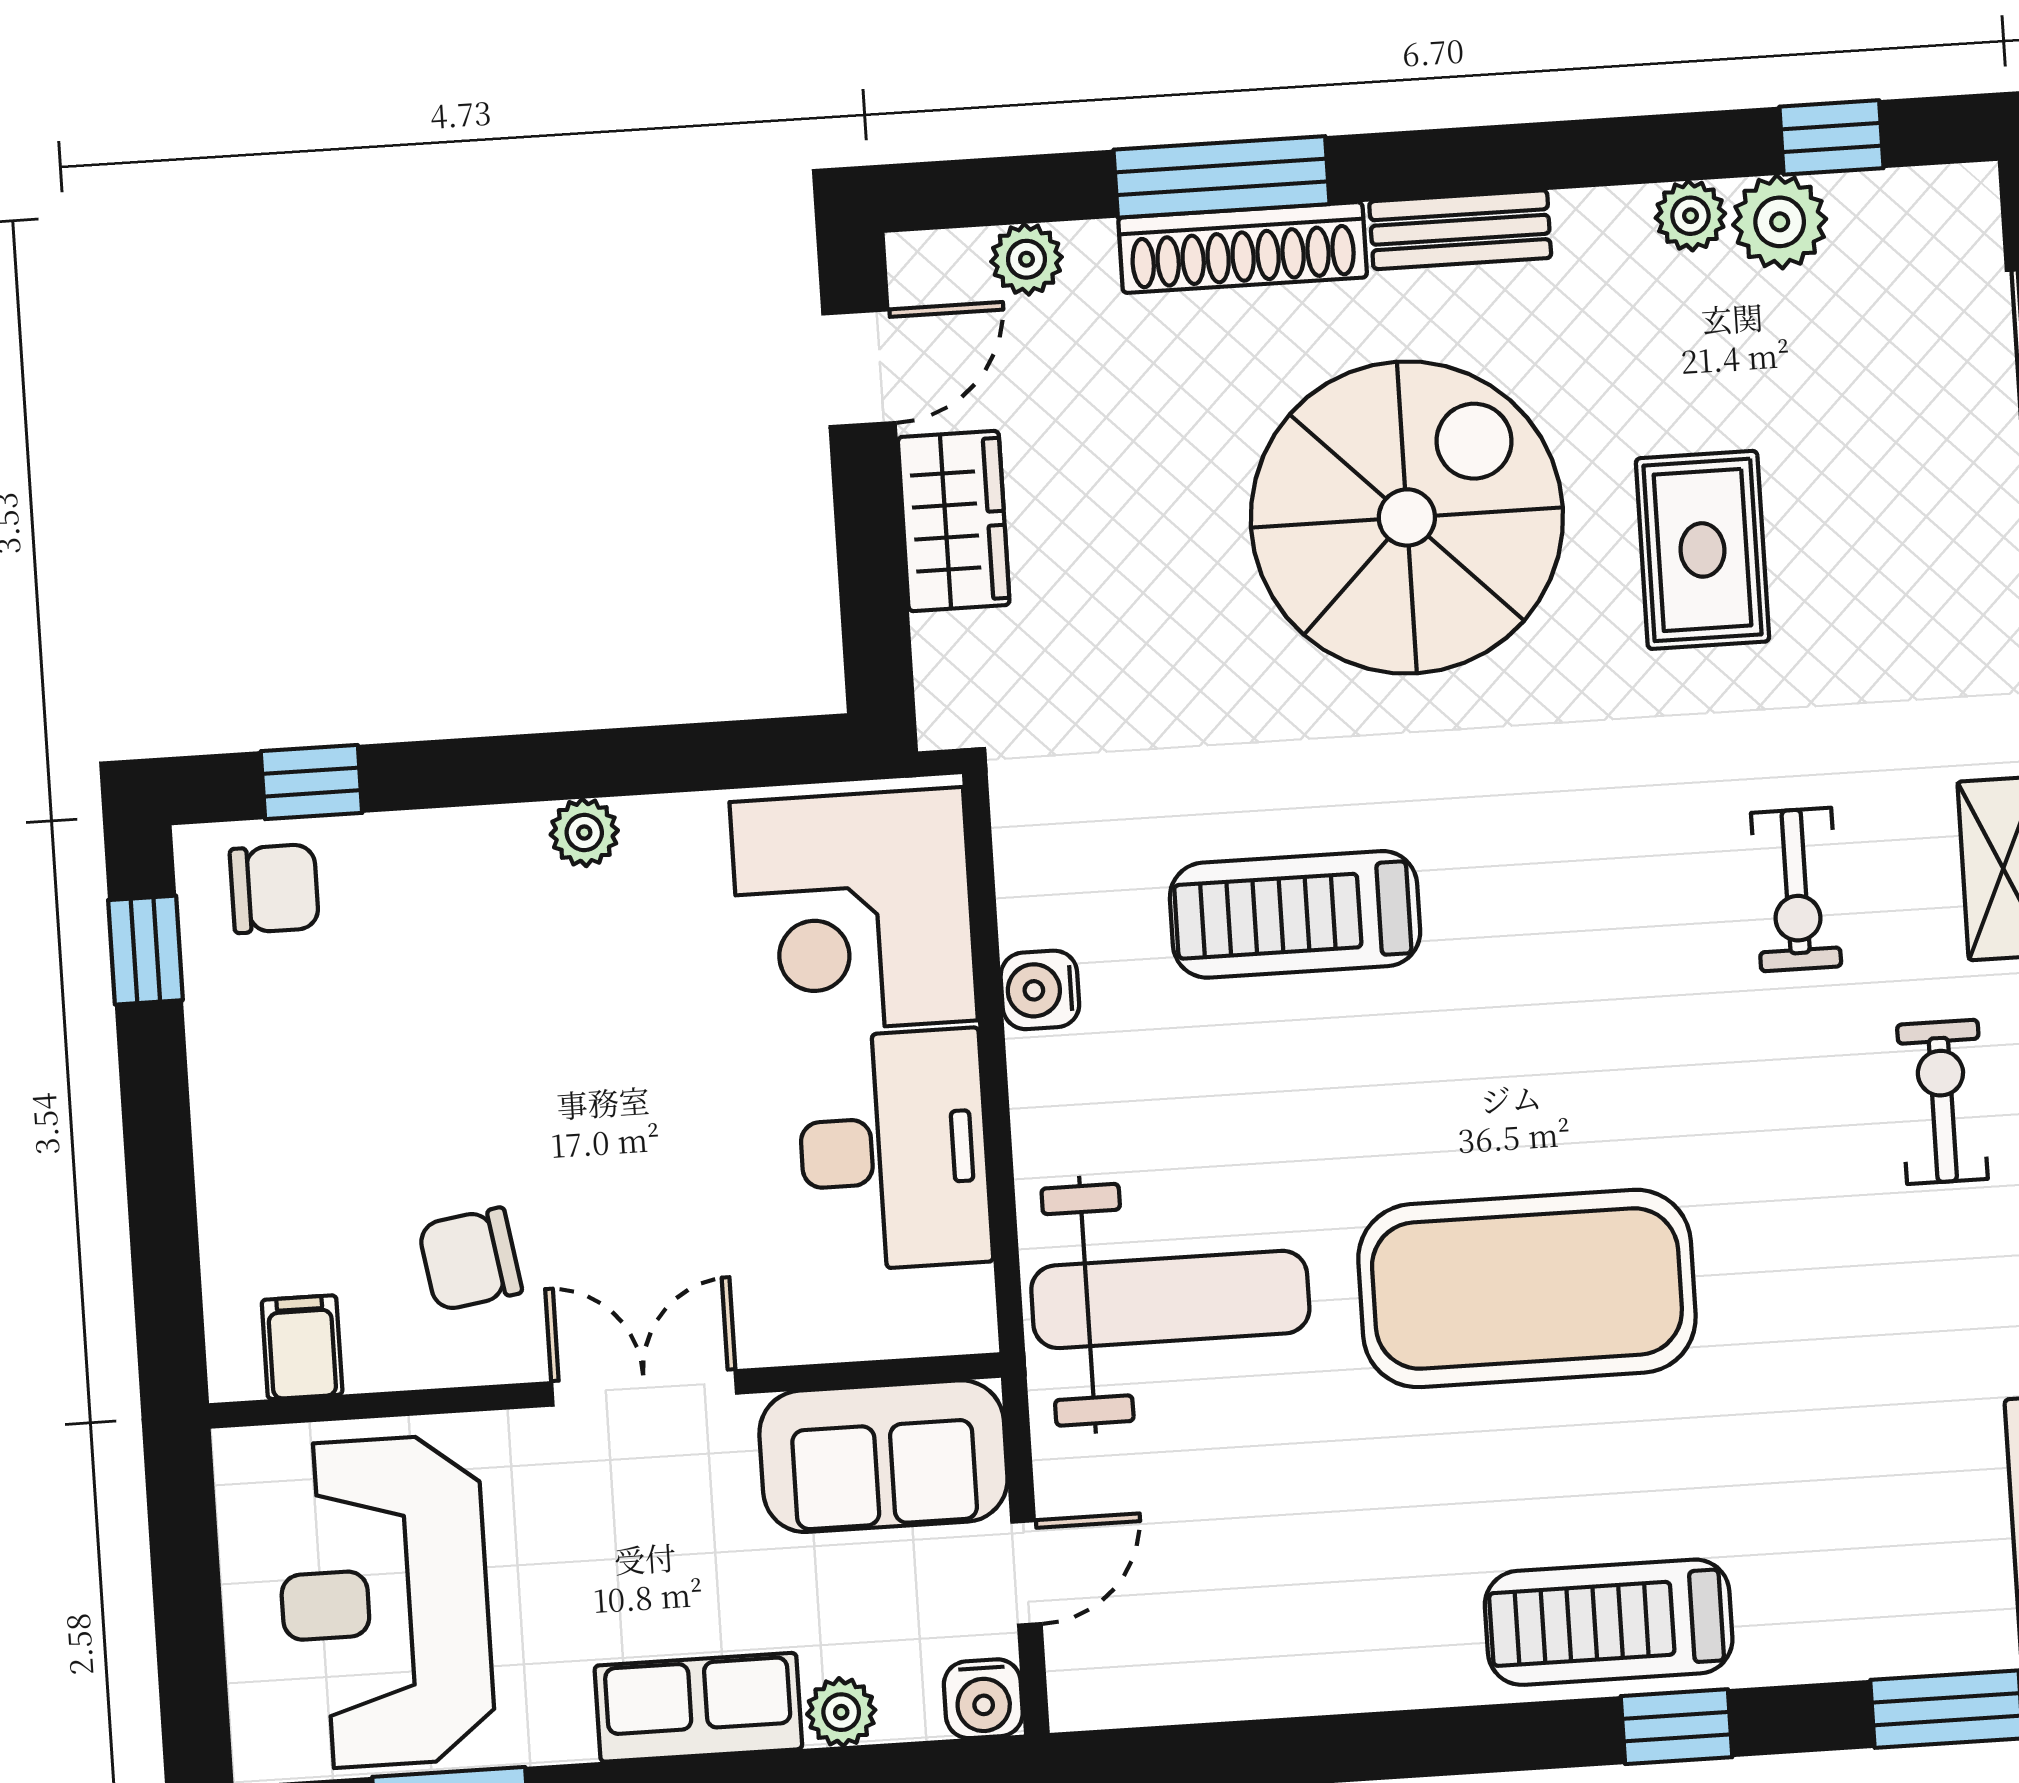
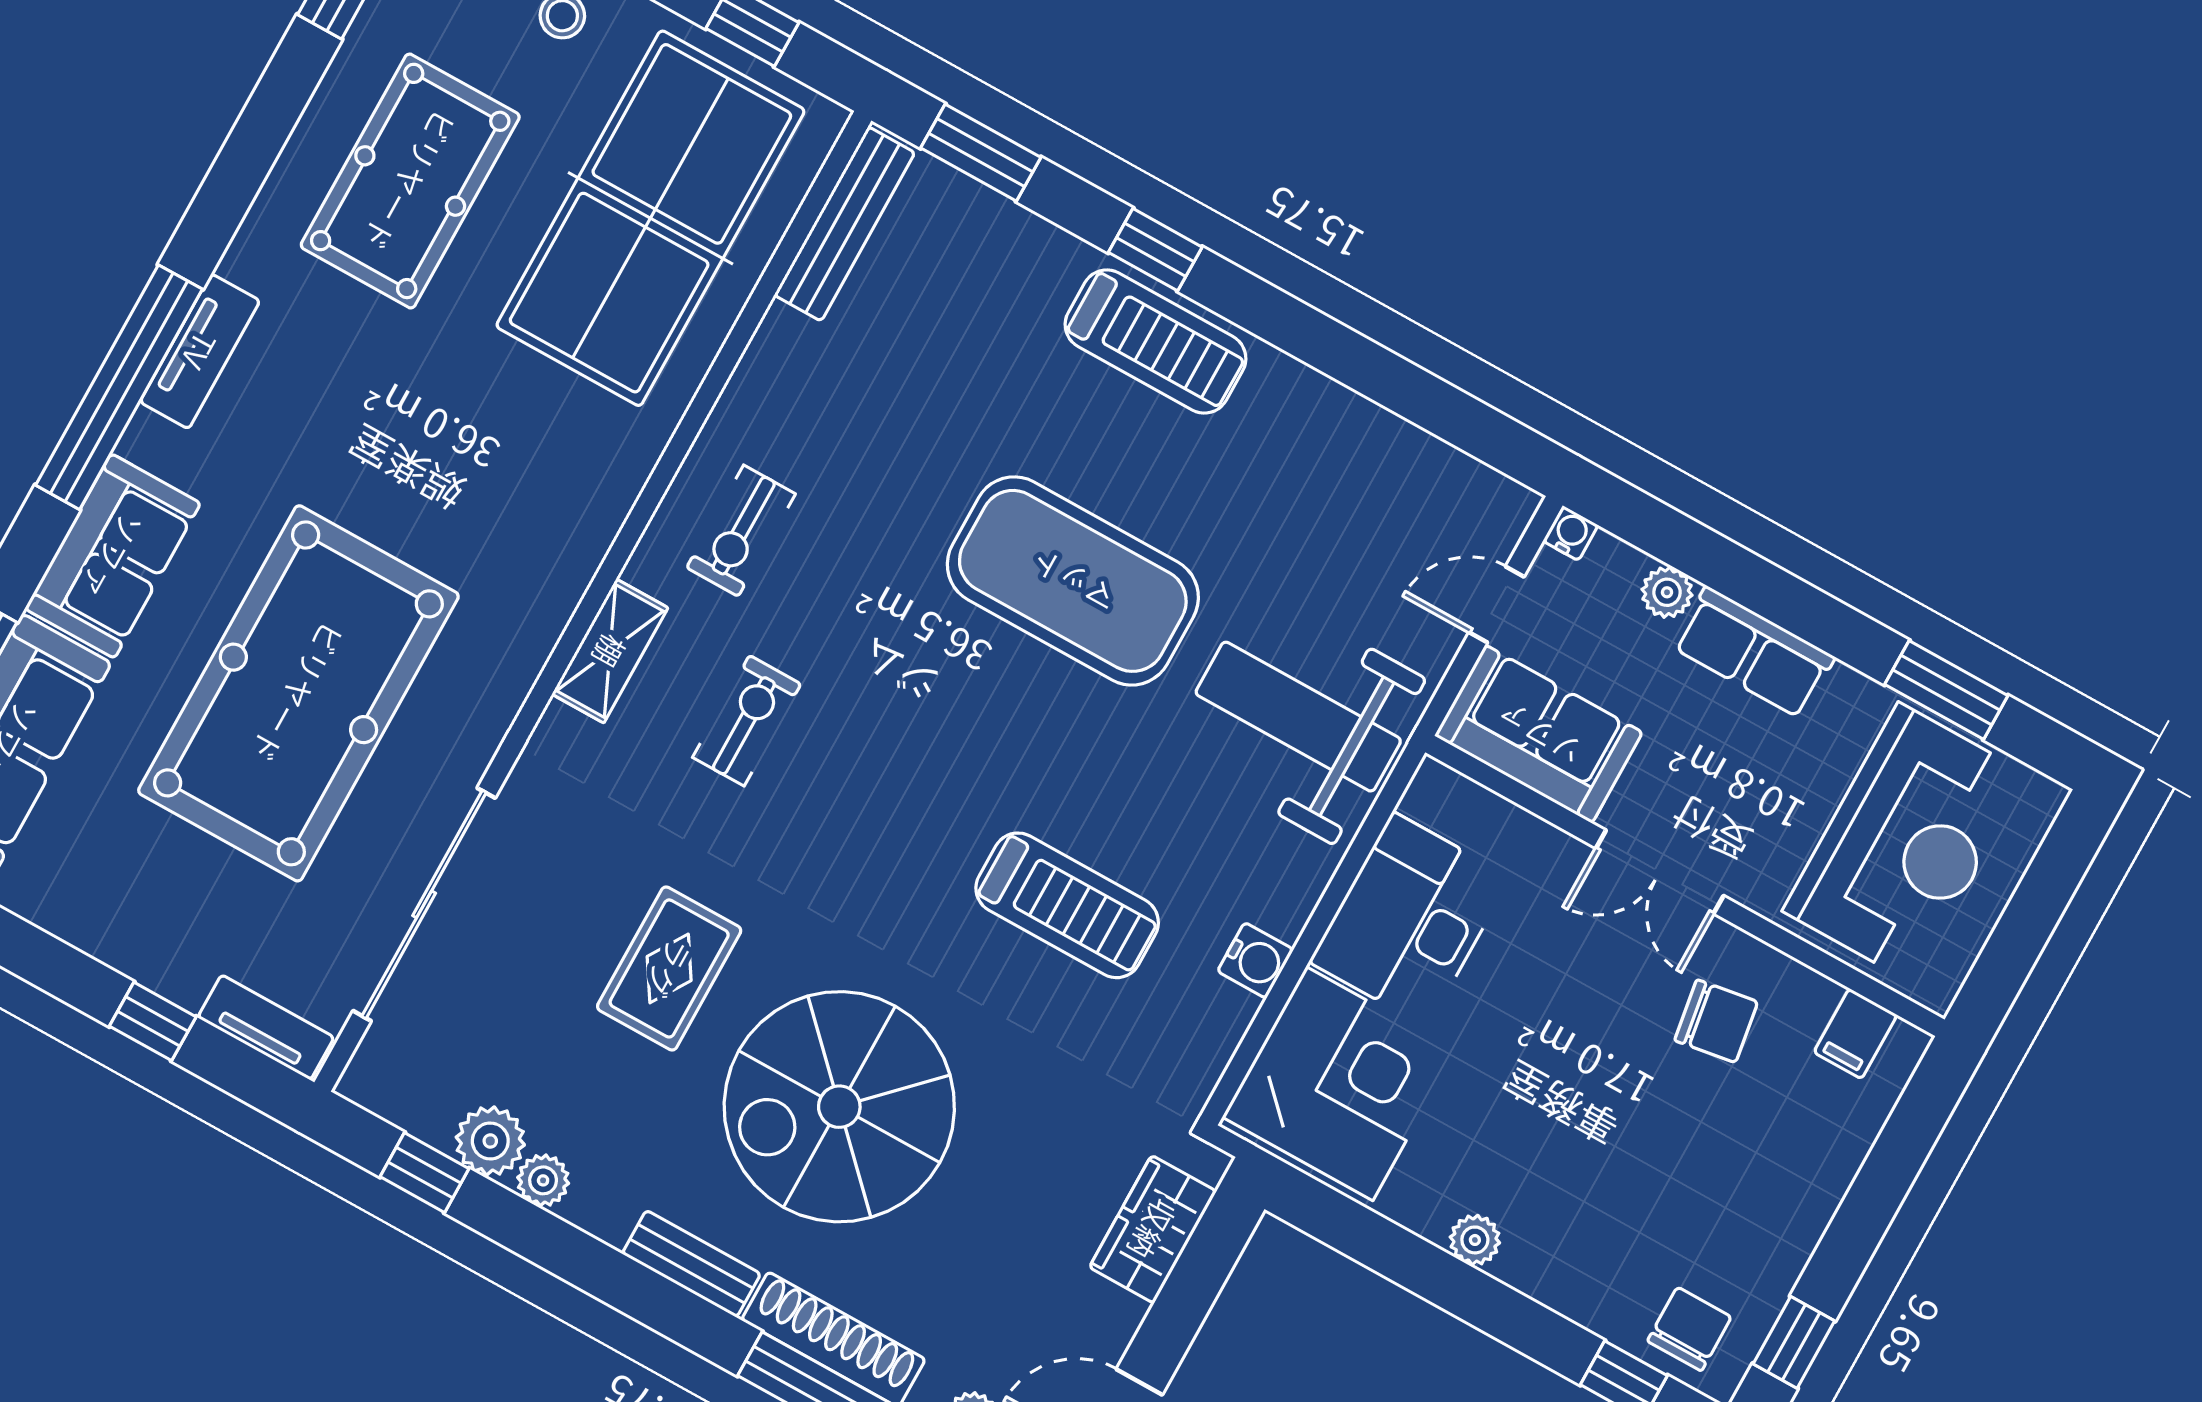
wardrobe: (954, 521) -> (1153, 1229), moved
chair: (274, 889) -> (1689, 1329), turned 90
water cooler: (983, 1699) -> (1571, 533), width x0.72, depth x0.72

